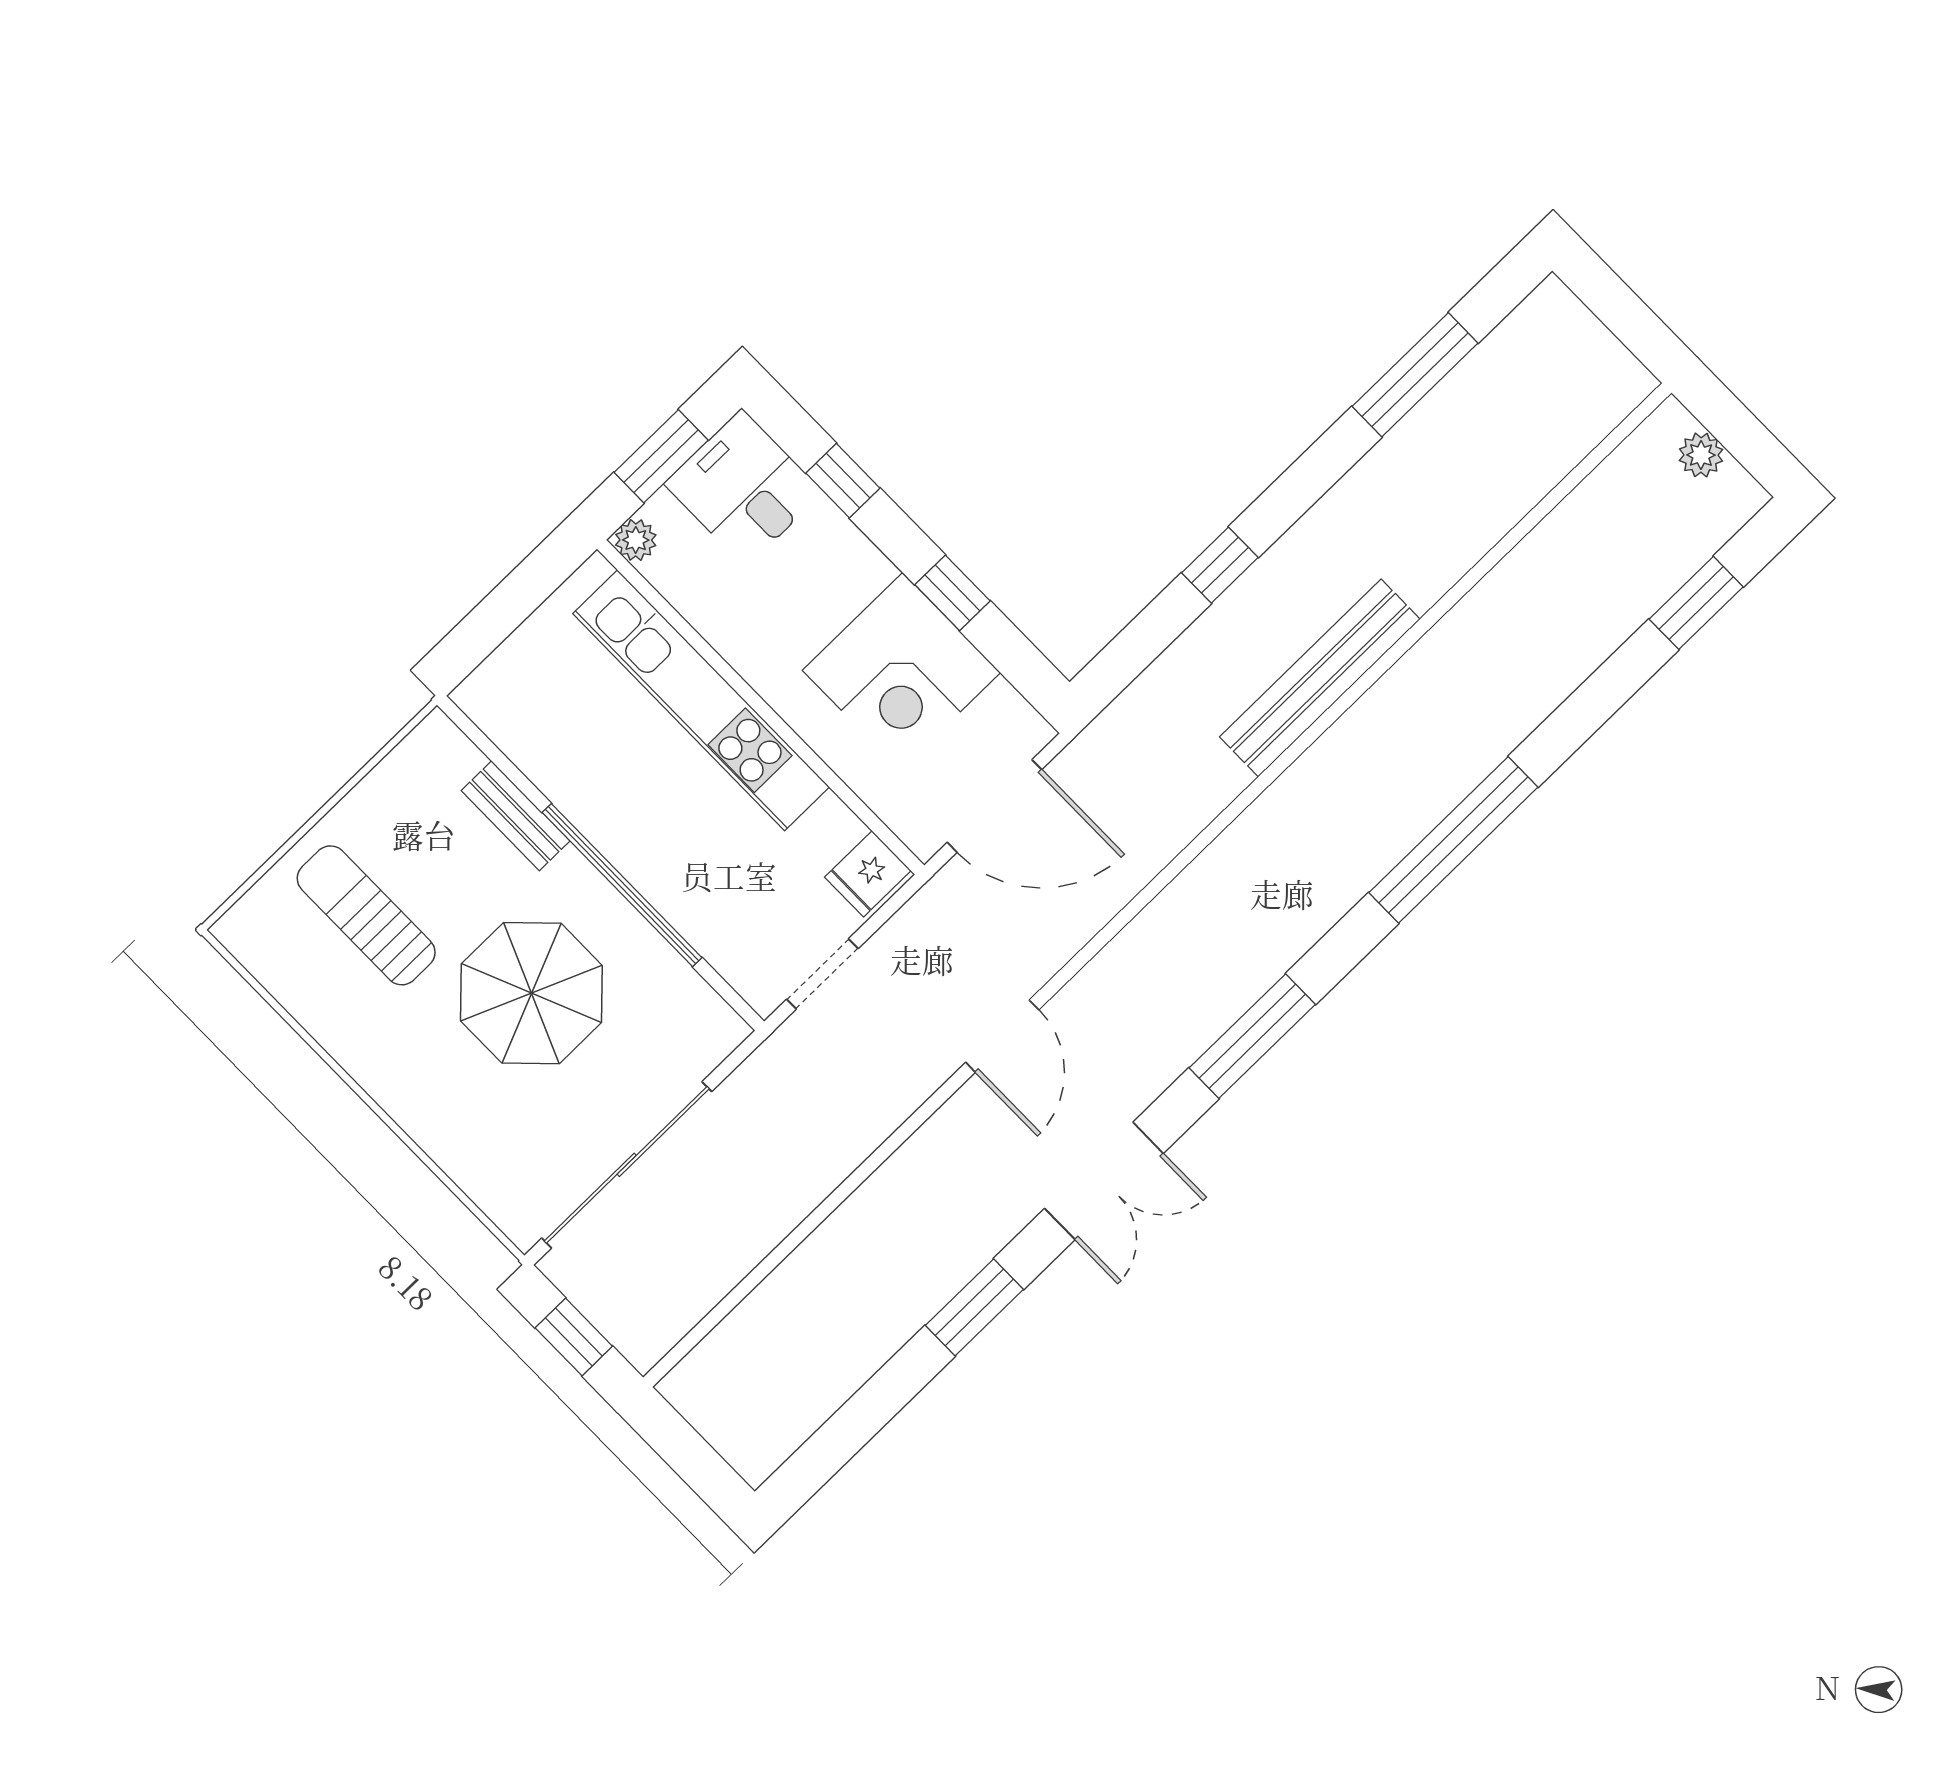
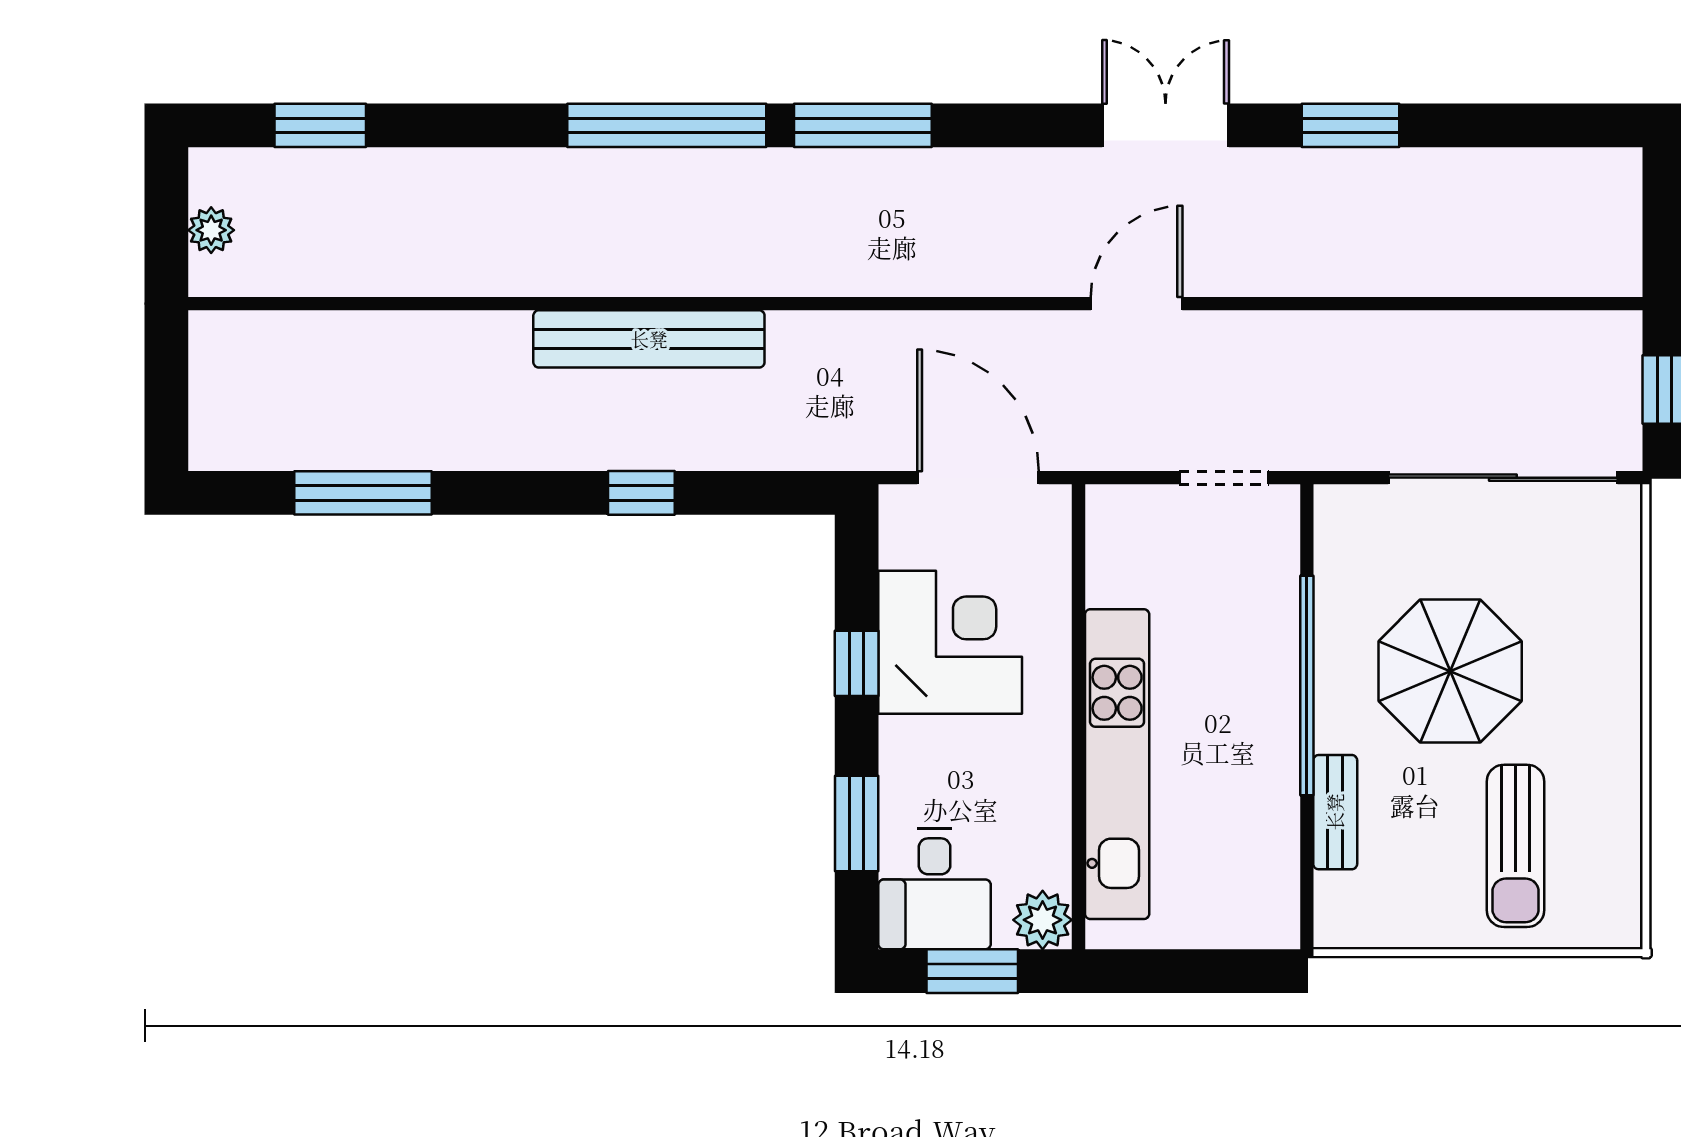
window: (843, 481) -> (857, 824), width x1.50
plant: (636, 540) -> (1043, 920), width x1.38, depth x1.38
fridge: (868, 874) -> (1119, 518), removed
window: (1252, 1036) -> (863, 125), moved

